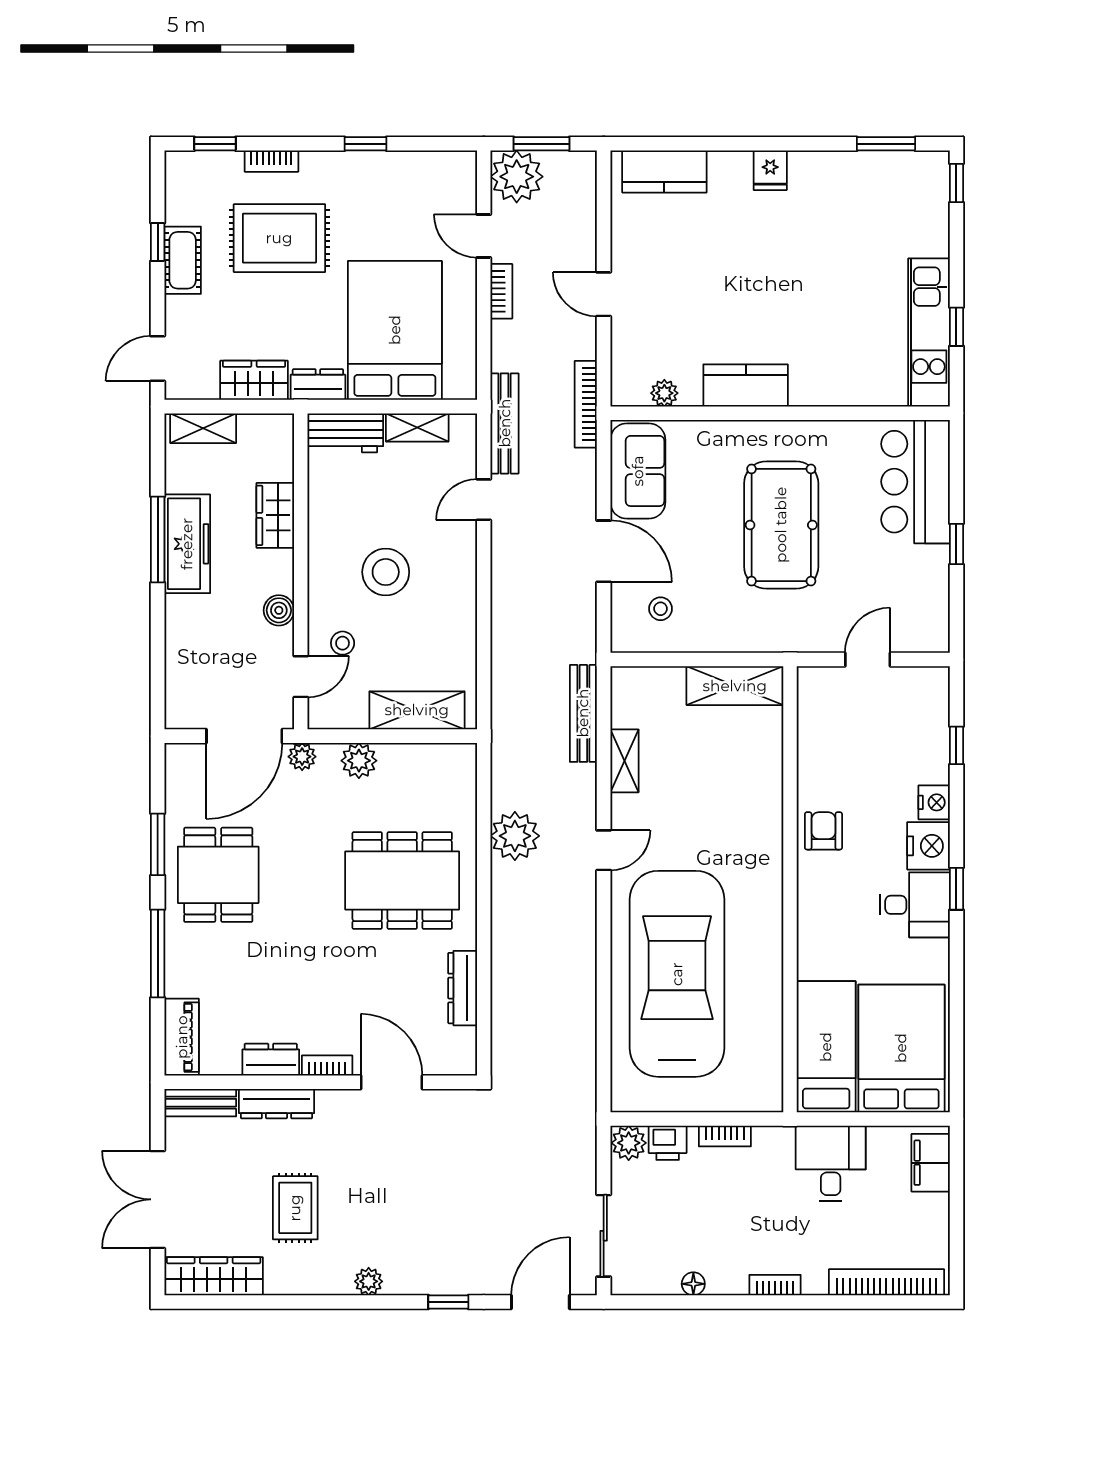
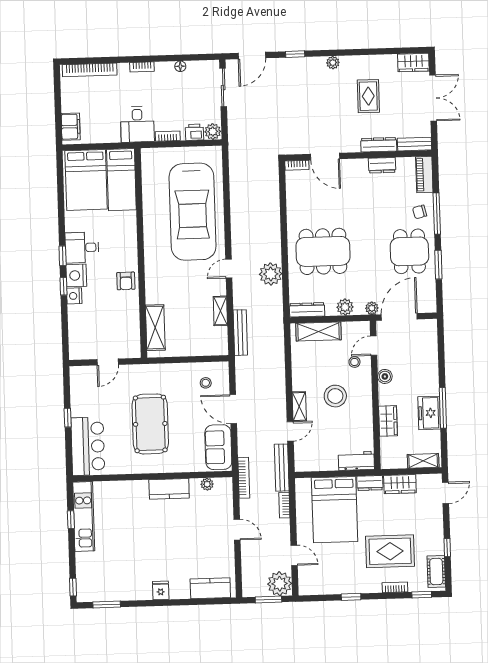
cot: (183, 260) -> (436, 572), moved
bookcase: (501, 291) -> (284, 505), moved
shelving: (417, 427) -> (299, 407), moved, turned 90
freezer: (187, 544) -> (429, 413), width x0.71
shelving: (735, 686) -> (155, 328), moved, turned 90
window: (956, 745) -> (64, 286), moved
chair: (194, 958) -> (420, 212), added
dresser: (463, 988) -> (307, 310), moved, turned -90
bookcase: (327, 1066) -> (297, 165), moved
desk: (831, 1163) -> (137, 124), moved
wardrobe: (214, 1276) -> (413, 63), width x0.67

